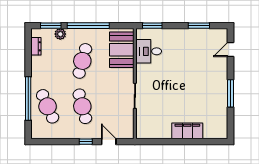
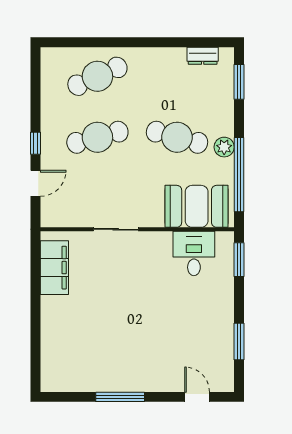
window: (88, 26) -> (239, 175), moved
plant: (60, 34) -> (224, 147), moved
window: (28, 99) -> (111, 42), removed
filing cabinet: (187, 131) -> (54, 268), moved

